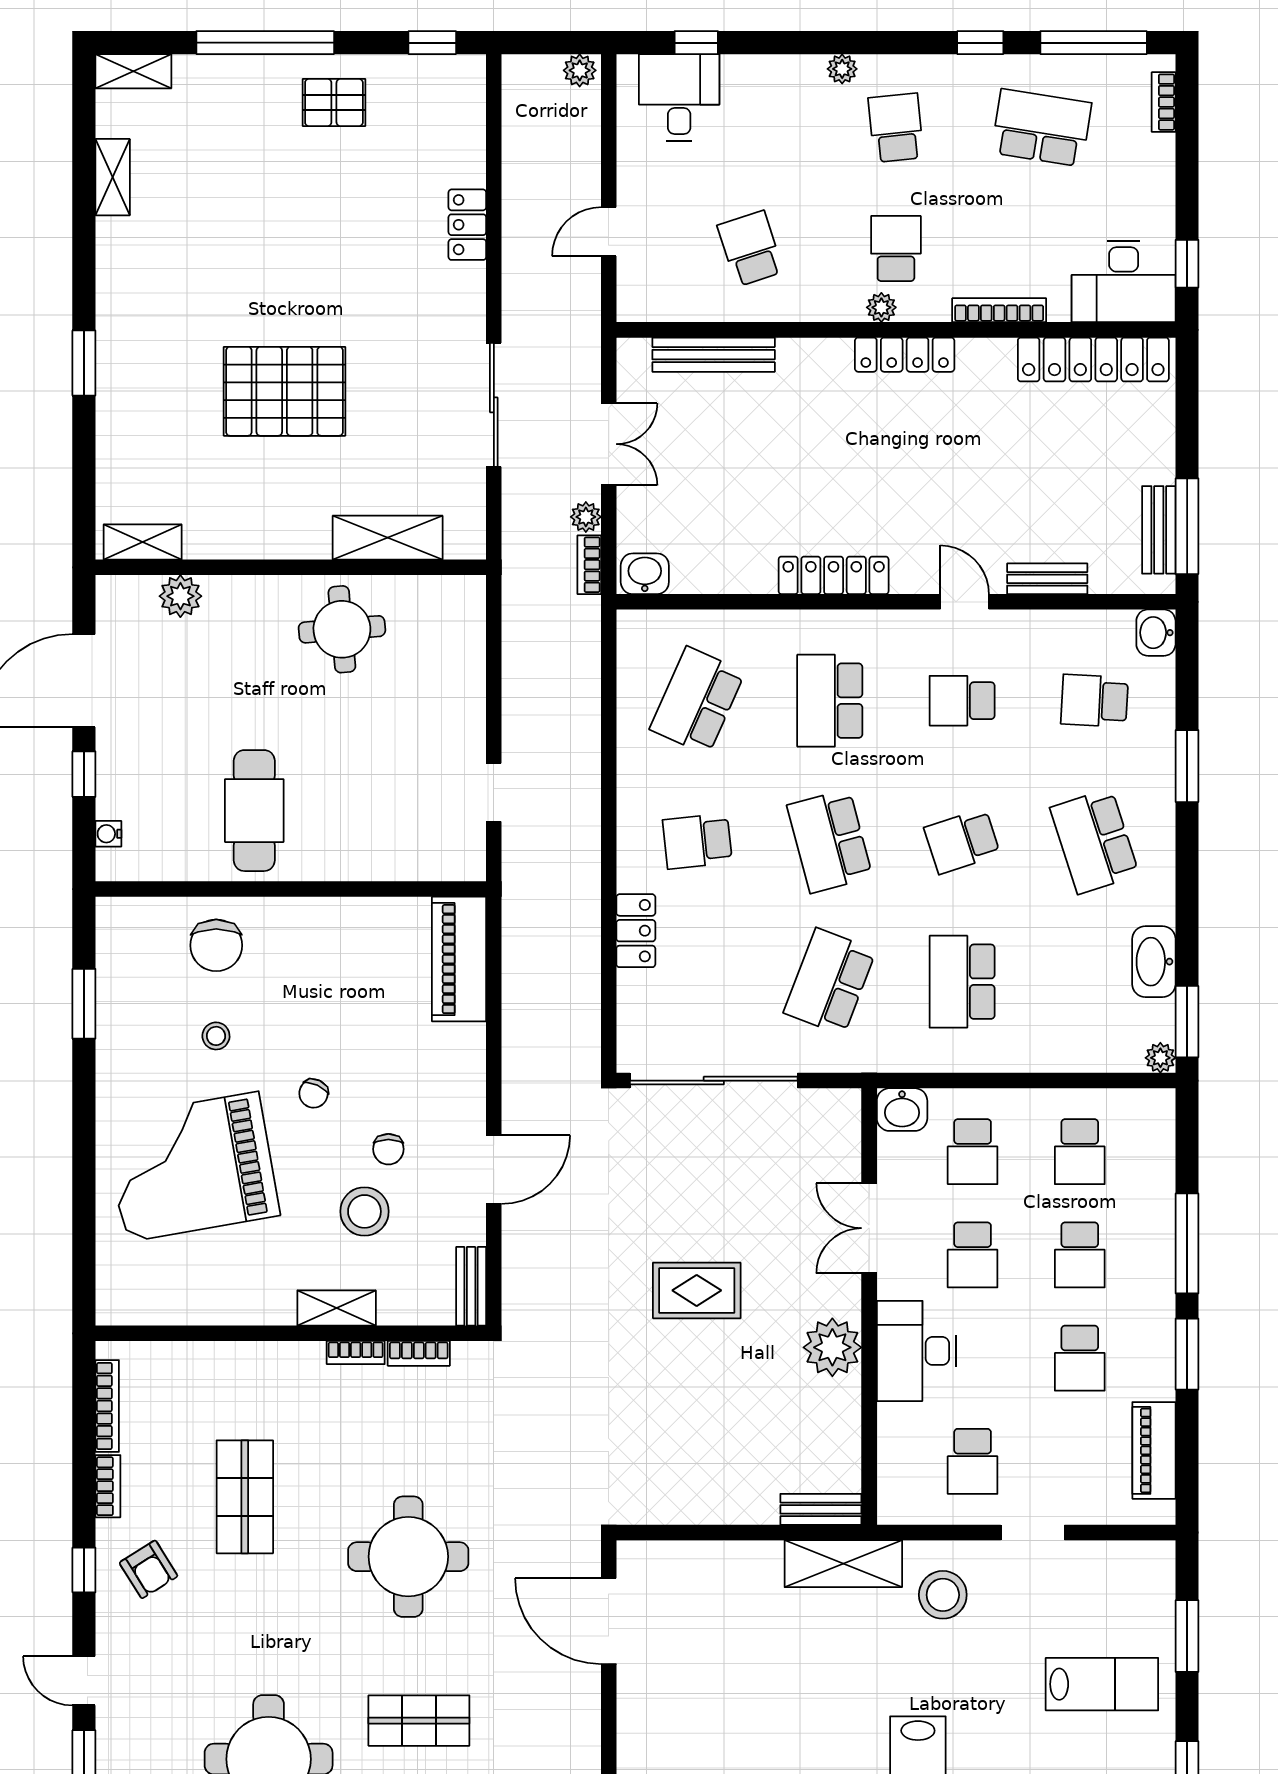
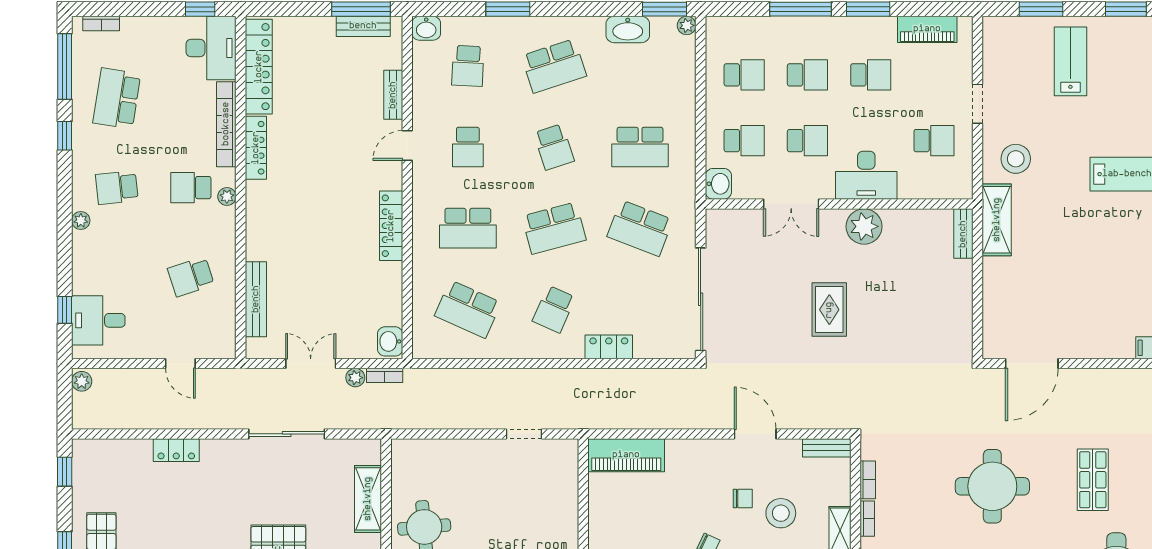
bookcase: (999, 310) -> (226, 124), width x1.48, depth x1.31
locker: (905, 355) -> (256, 148), moved
school desk: (697, 841) -> (554, 309), turned 30

